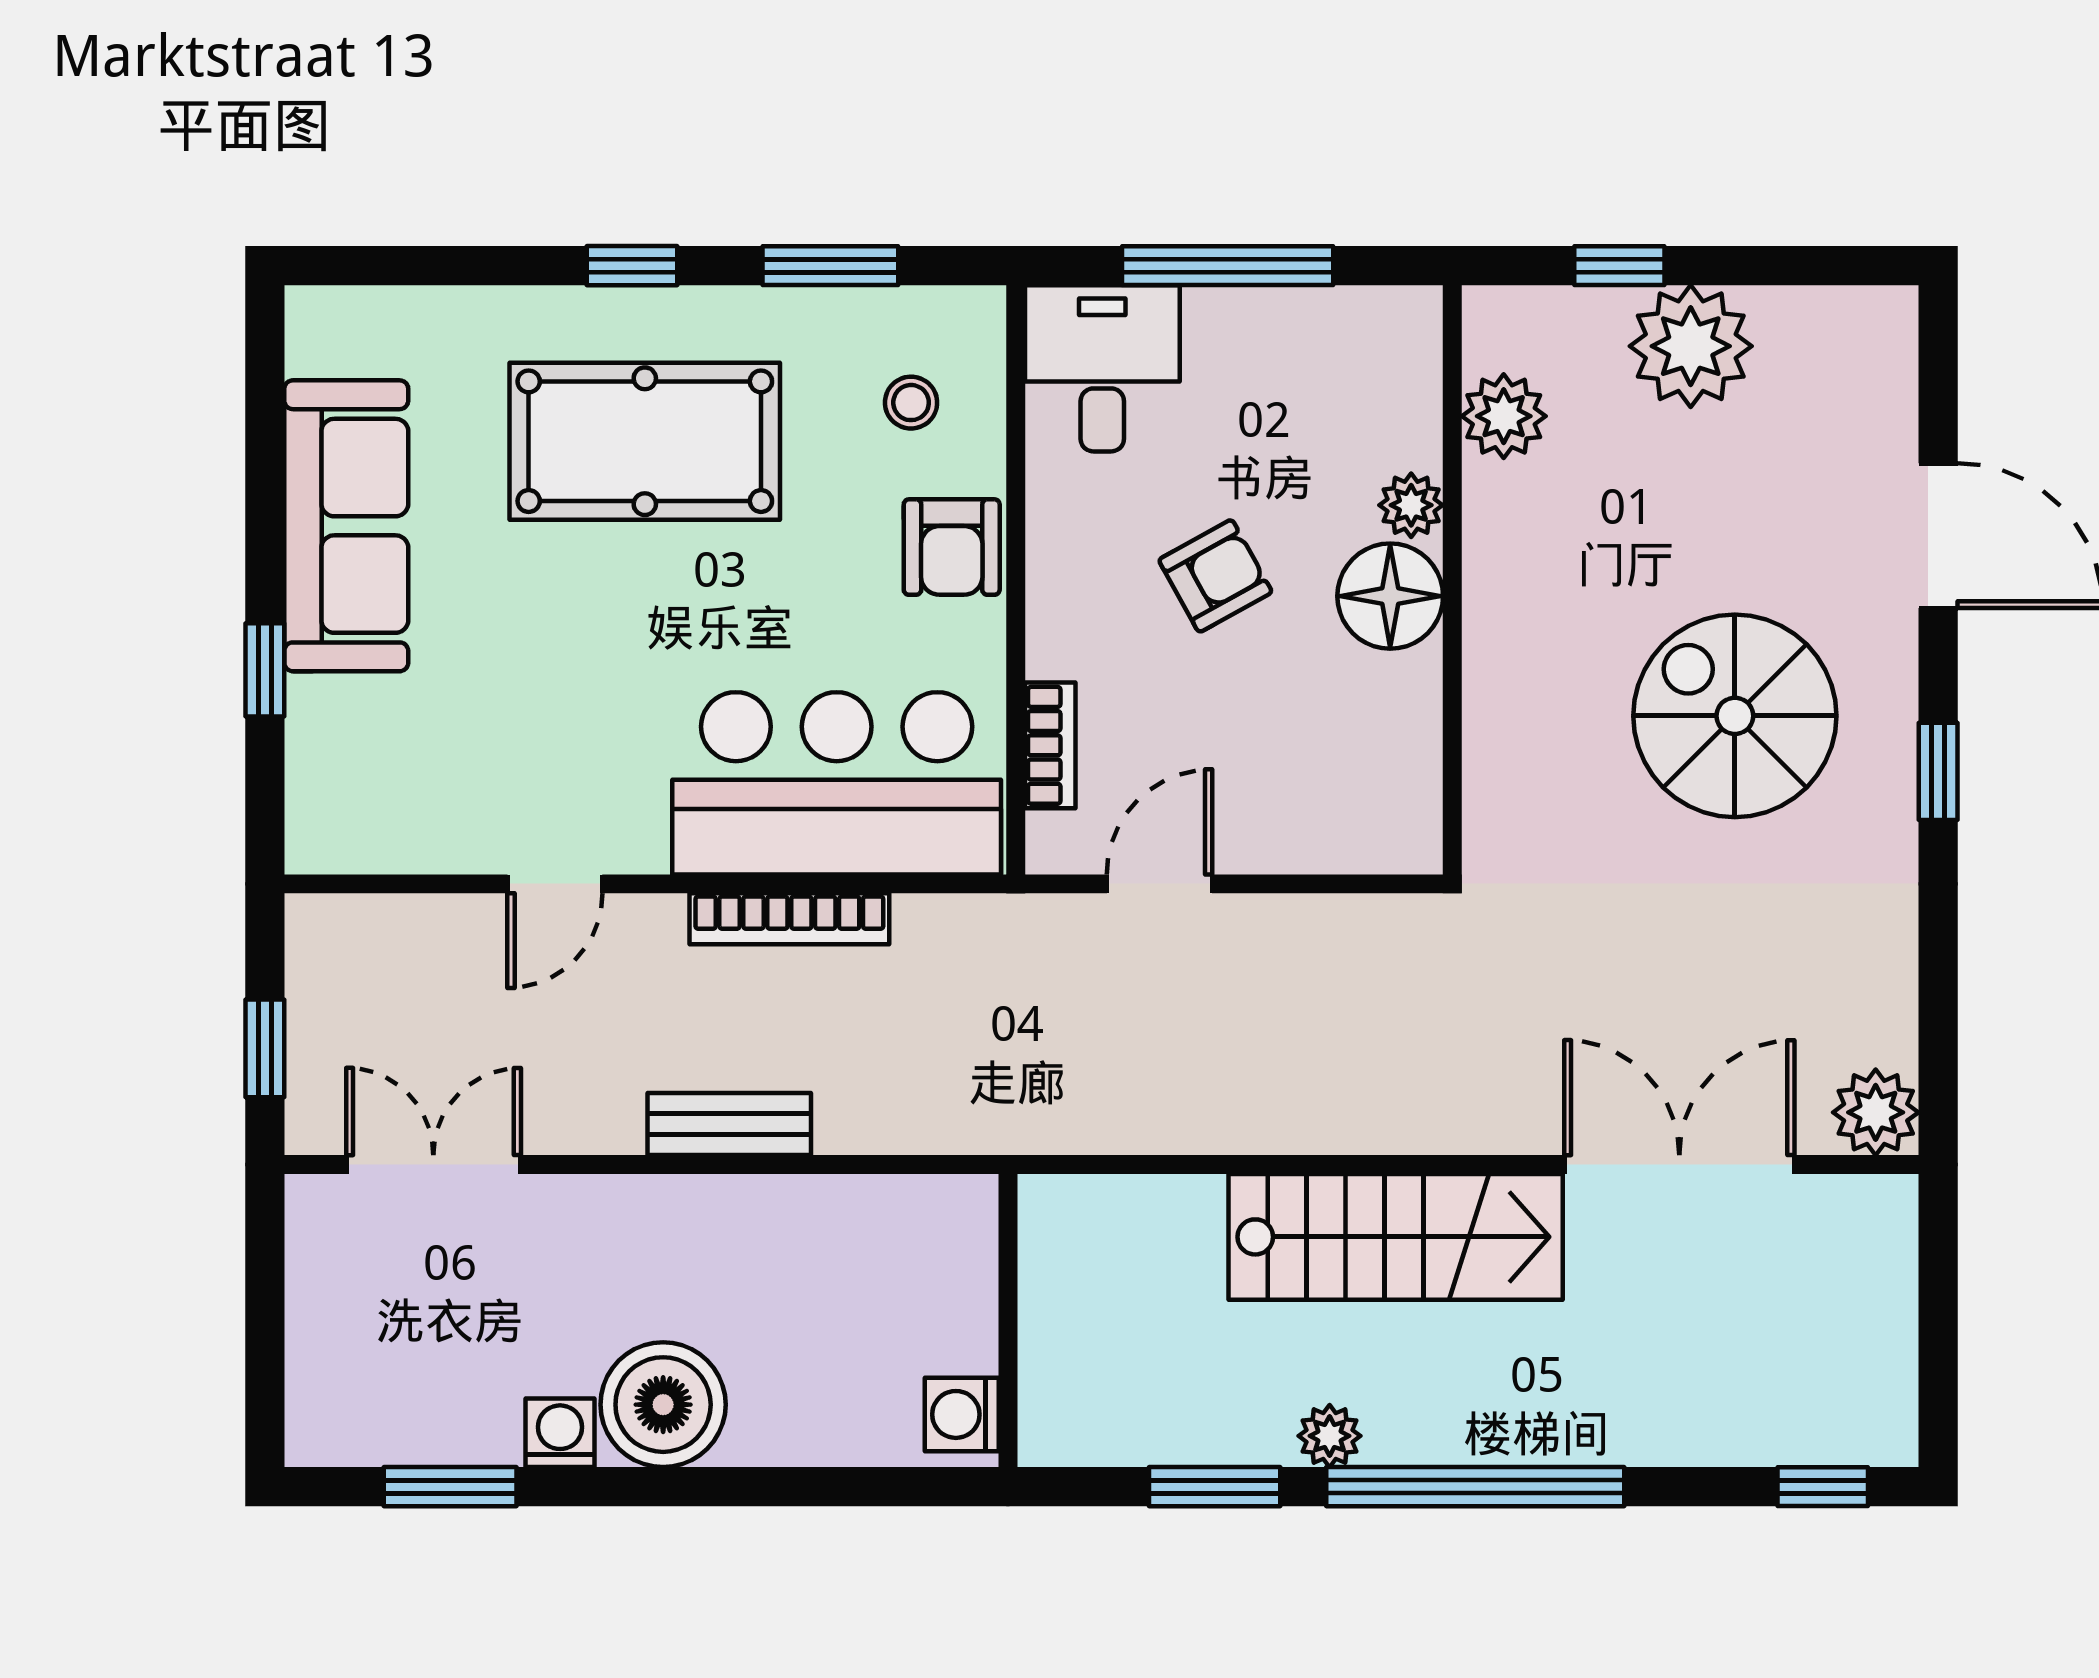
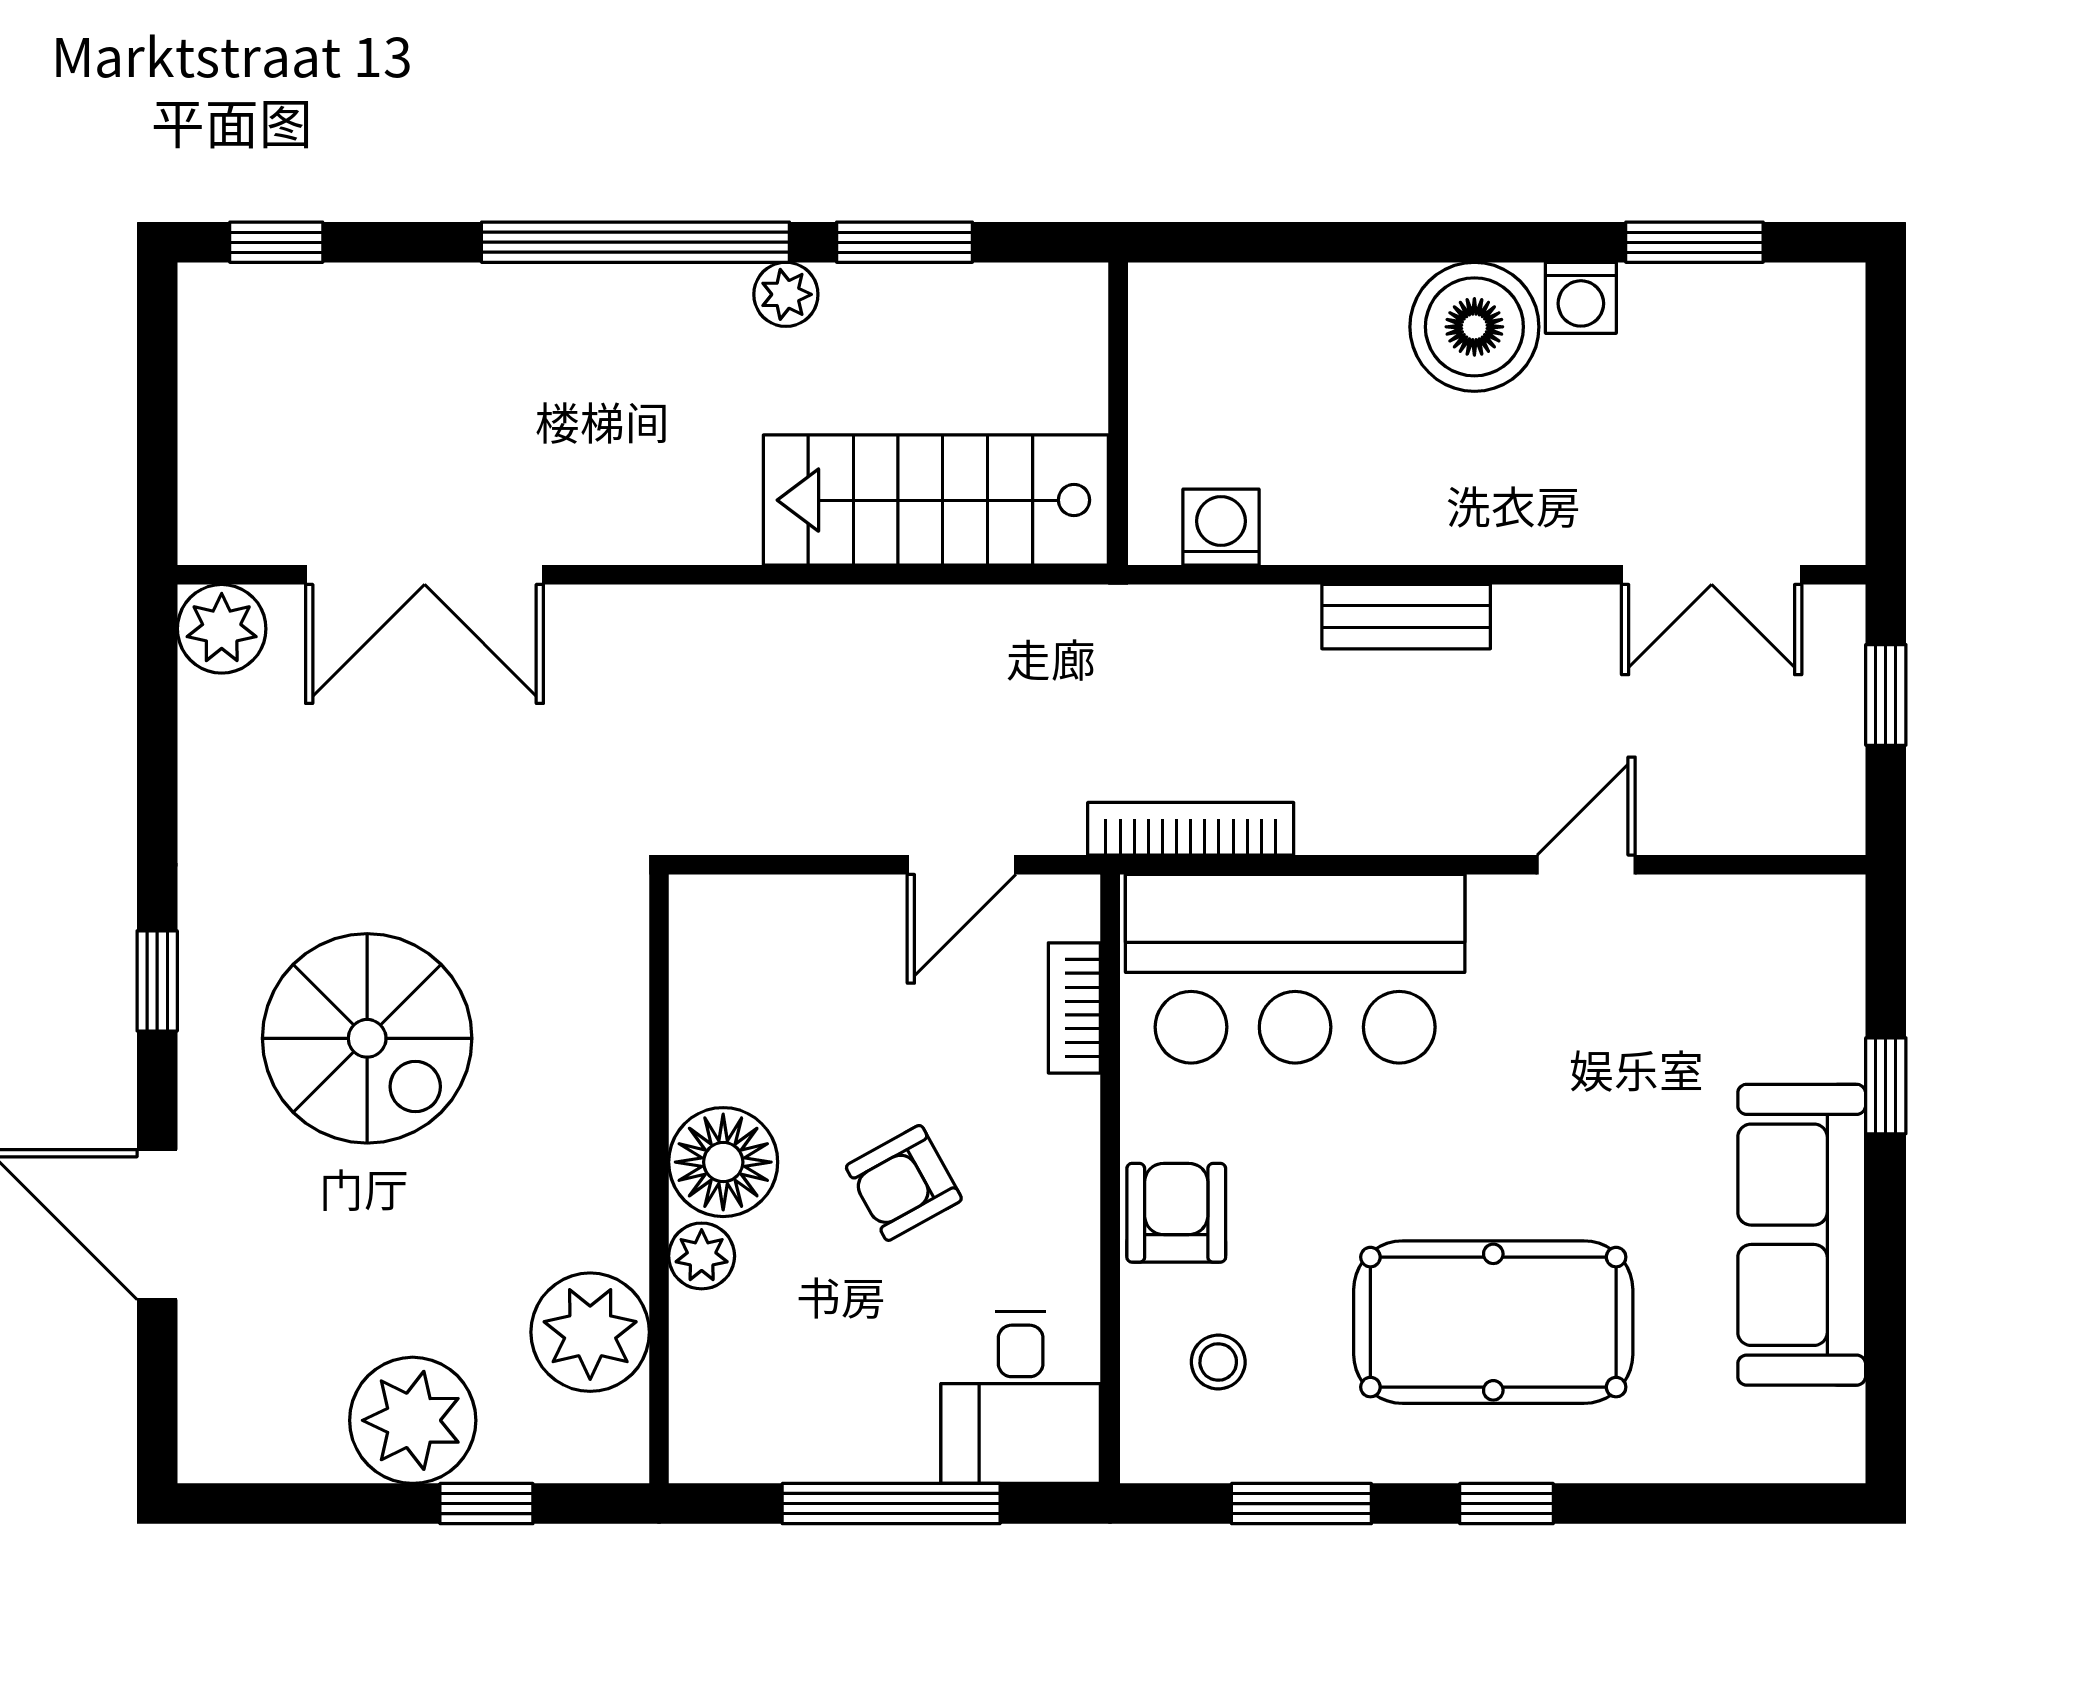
plant: (1504, 416) -> (590, 1332), width x1.36, depth x1.36
bookcase: (789, 919) -> (1191, 829), moved
stairs: (1396, 1237) -> (936, 500), moved
washing machine: (962, 1414) -> (1221, 527), moved, turned -90

